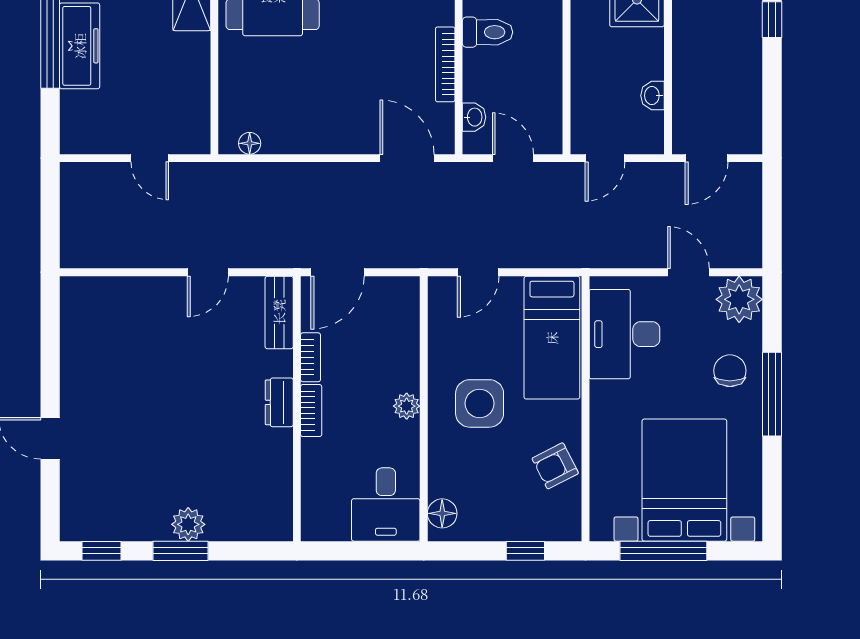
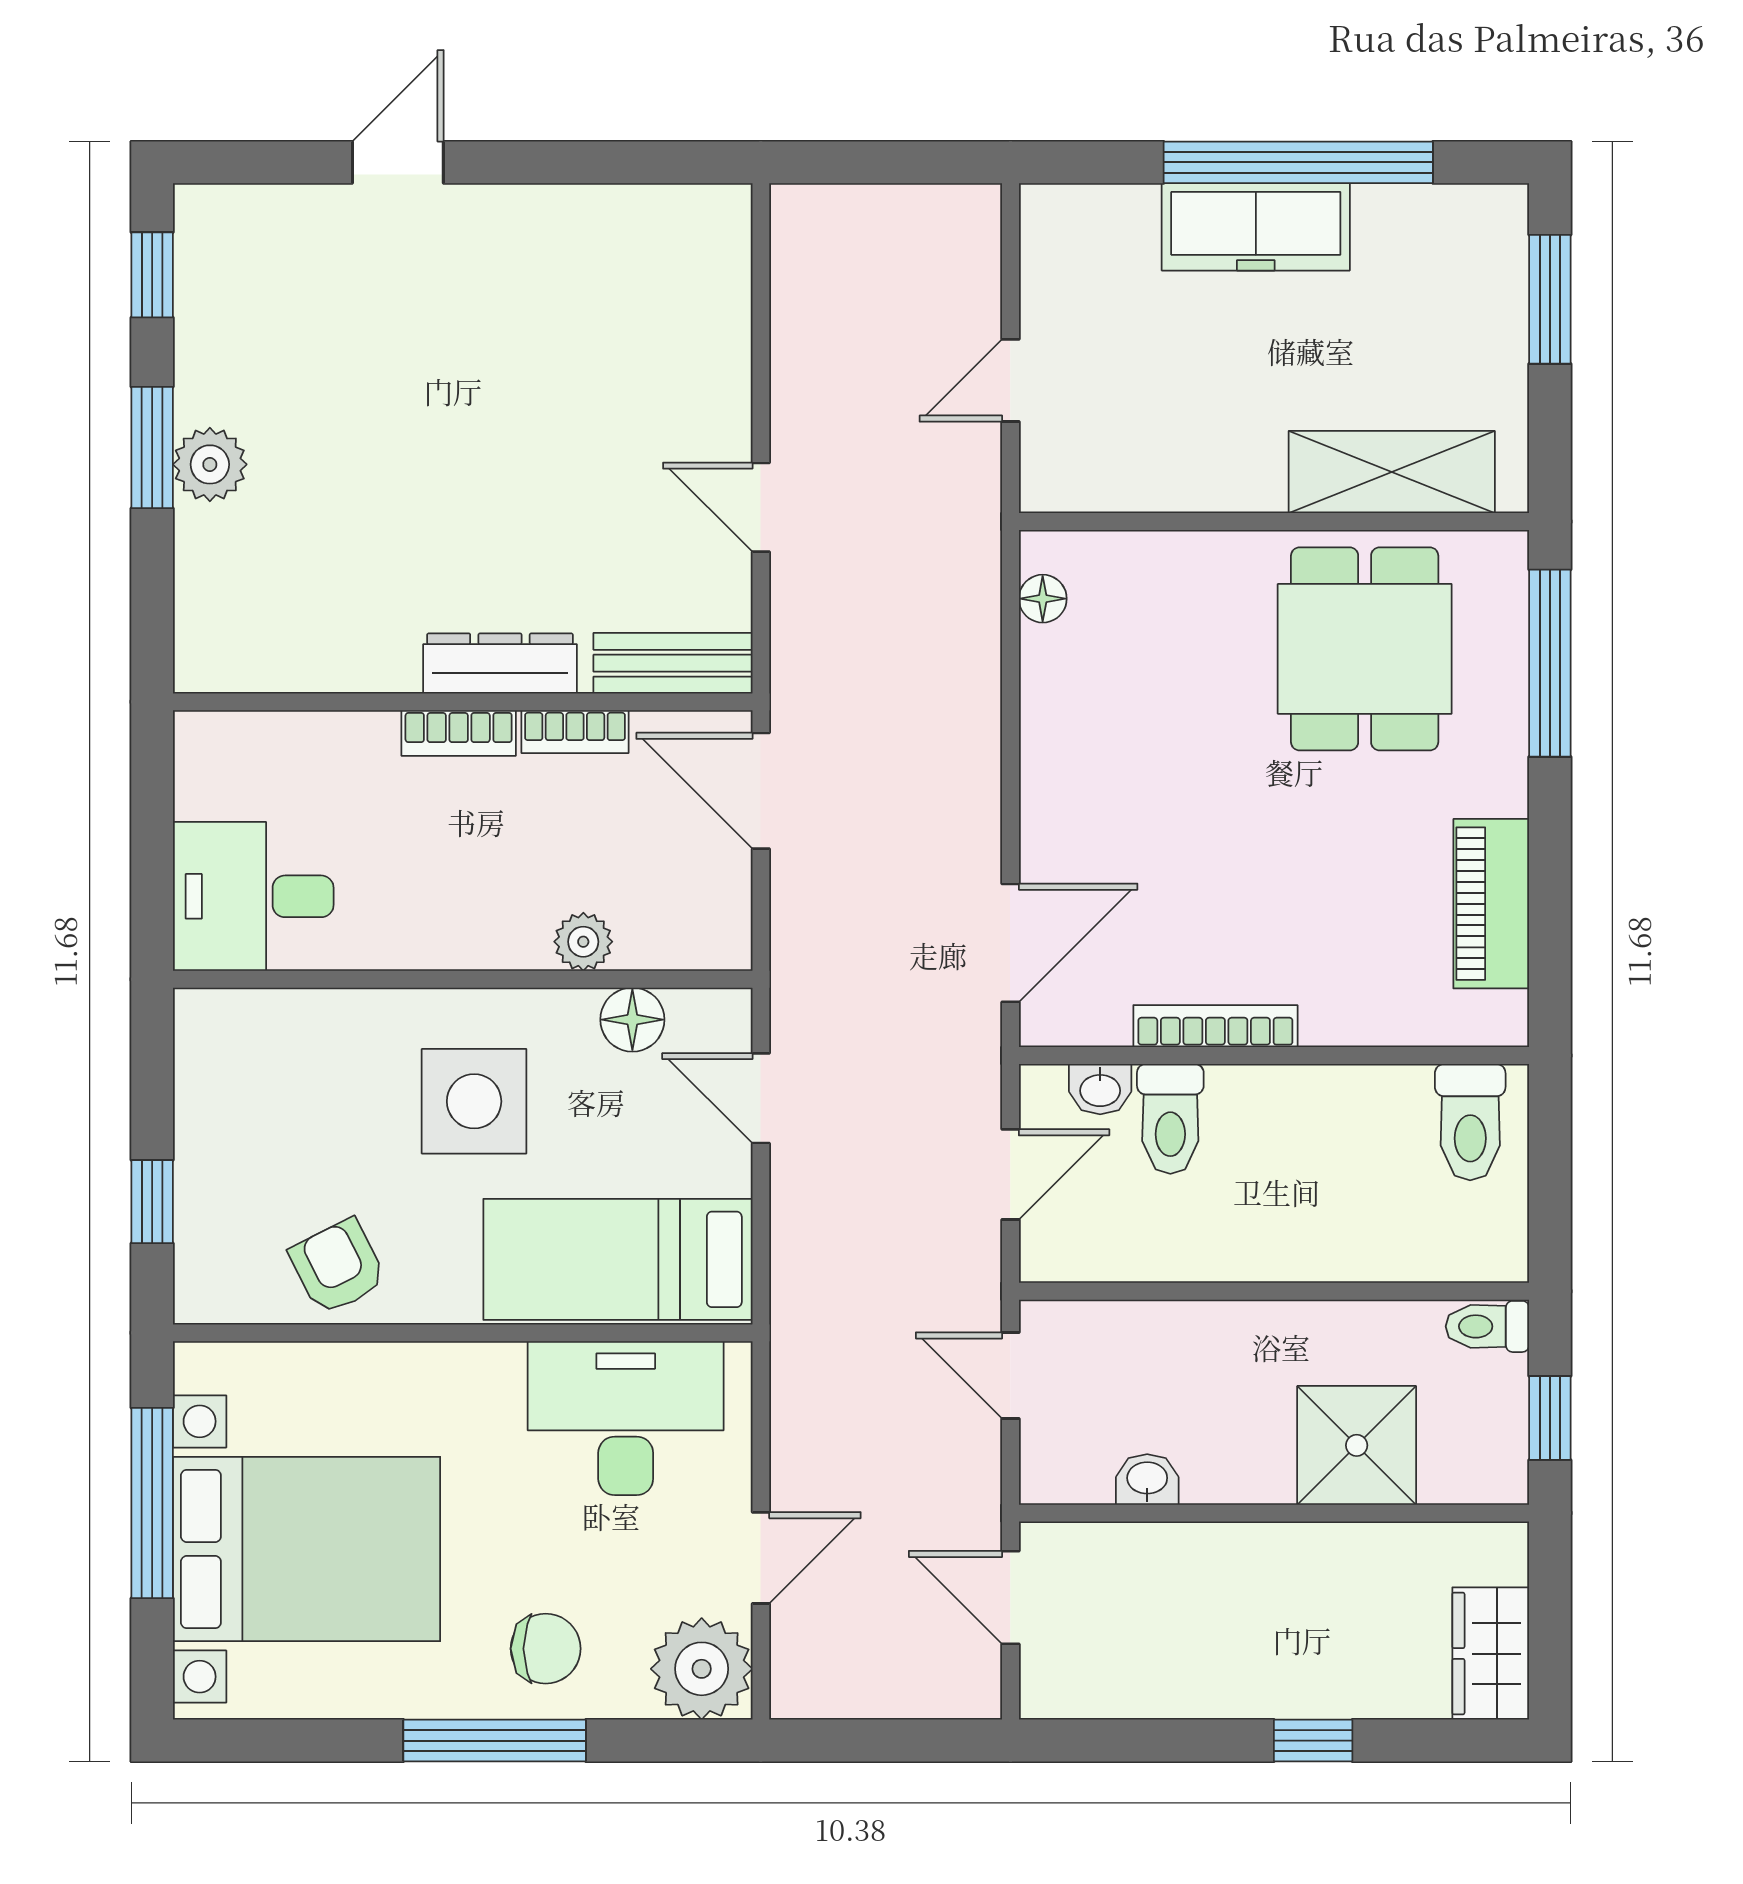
toilet: (488, 32) -> (1170, 1119), moved
dresser: (279, 402) -> (500, 663), width x1.44
plant: (407, 406) -> (583, 942), moved
floor lamp: (442, 513) -> (632, 1020), moved

